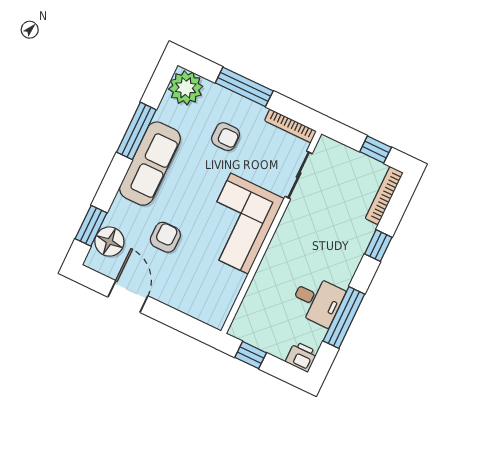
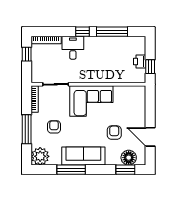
armchair: (165, 237) -> (114, 133), turned 90
window: (378, 246) -> (82, 32), moved
door: (128, 296) -> (150, 137), hinge flipped
desk: (317, 301) -> (73, 48), moved
printer: (301, 357) -> (140, 62), moved

